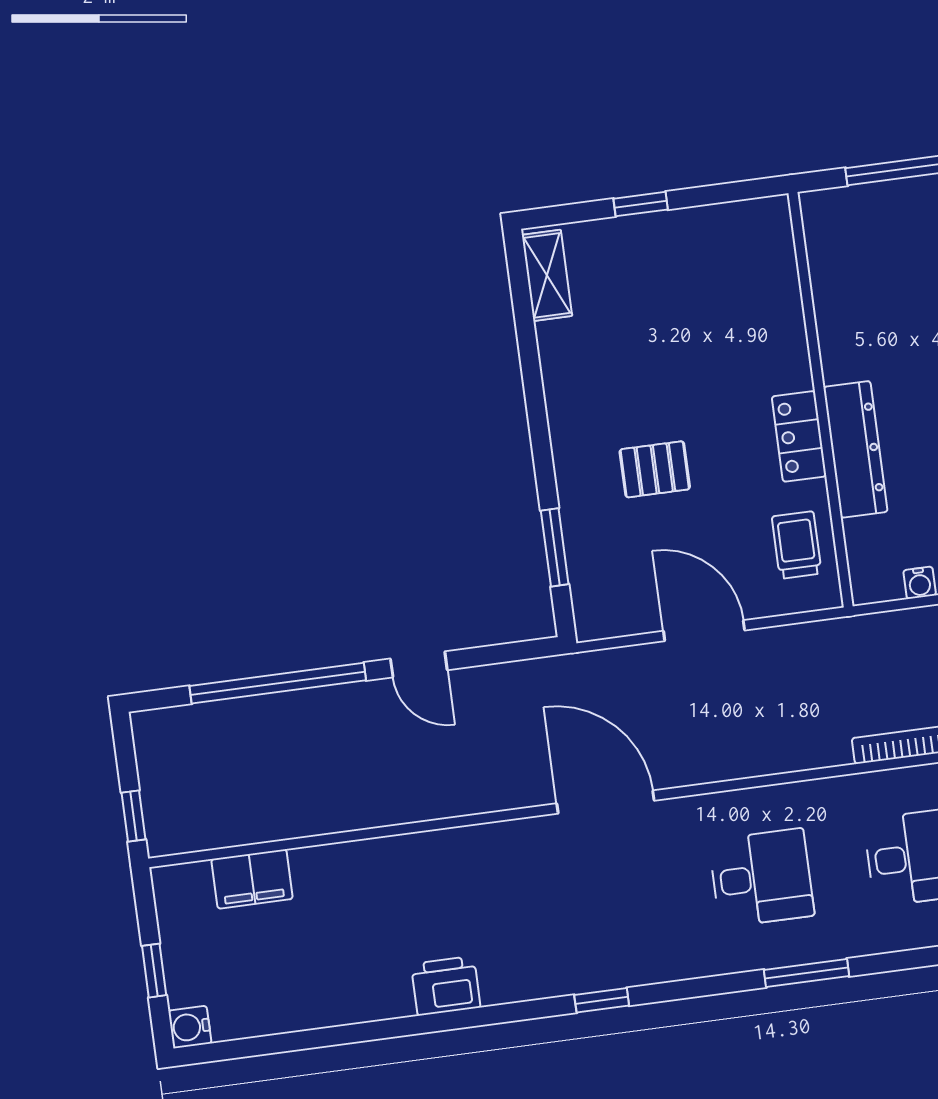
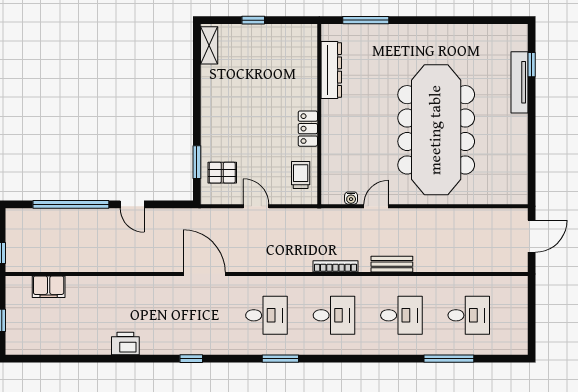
dresser: (855, 449) -> (331, 70), moved
pallet: (655, 469) -> (222, 173), moved
door: (704, 631) -> (256, 206), width x0.73
water cooler: (190, 1027) -> (14, 346), removed

